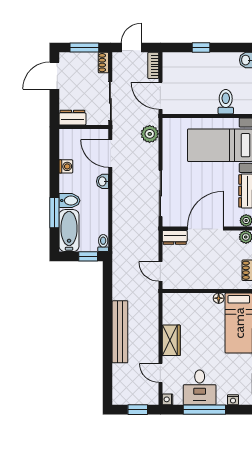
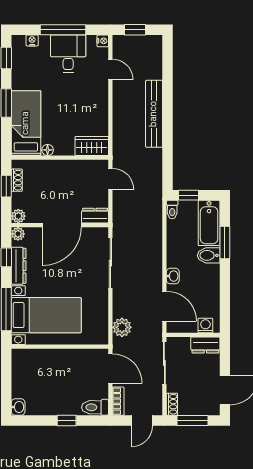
toilet: (226, 102) -> (95, 407), moved, turned 90
washing machine: (66, 166) -> (205, 325), moved, turned 90
wardrobe: (171, 340) -> (92, 146), moved, turned 90

